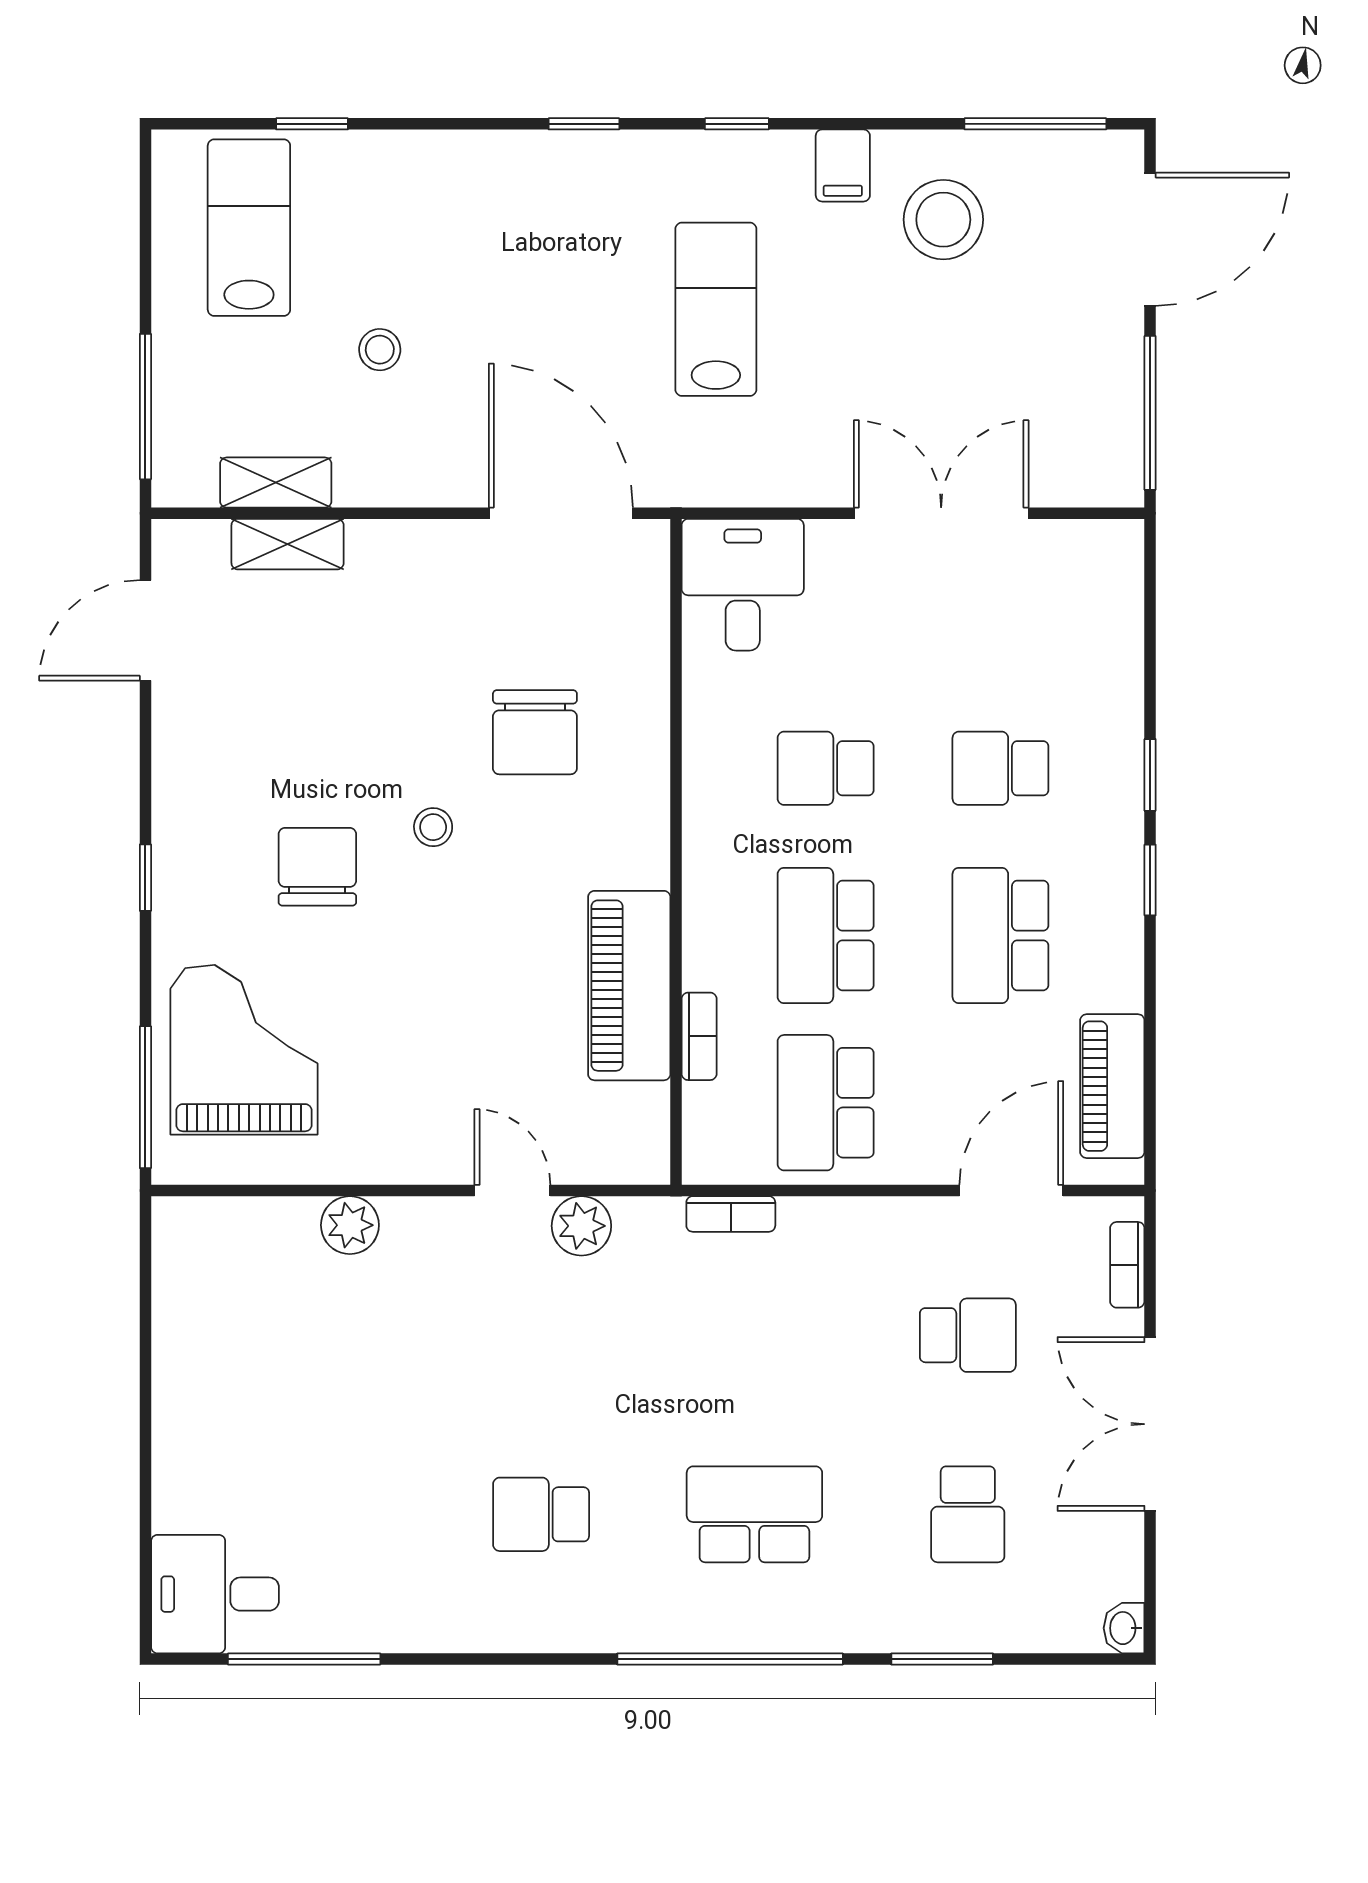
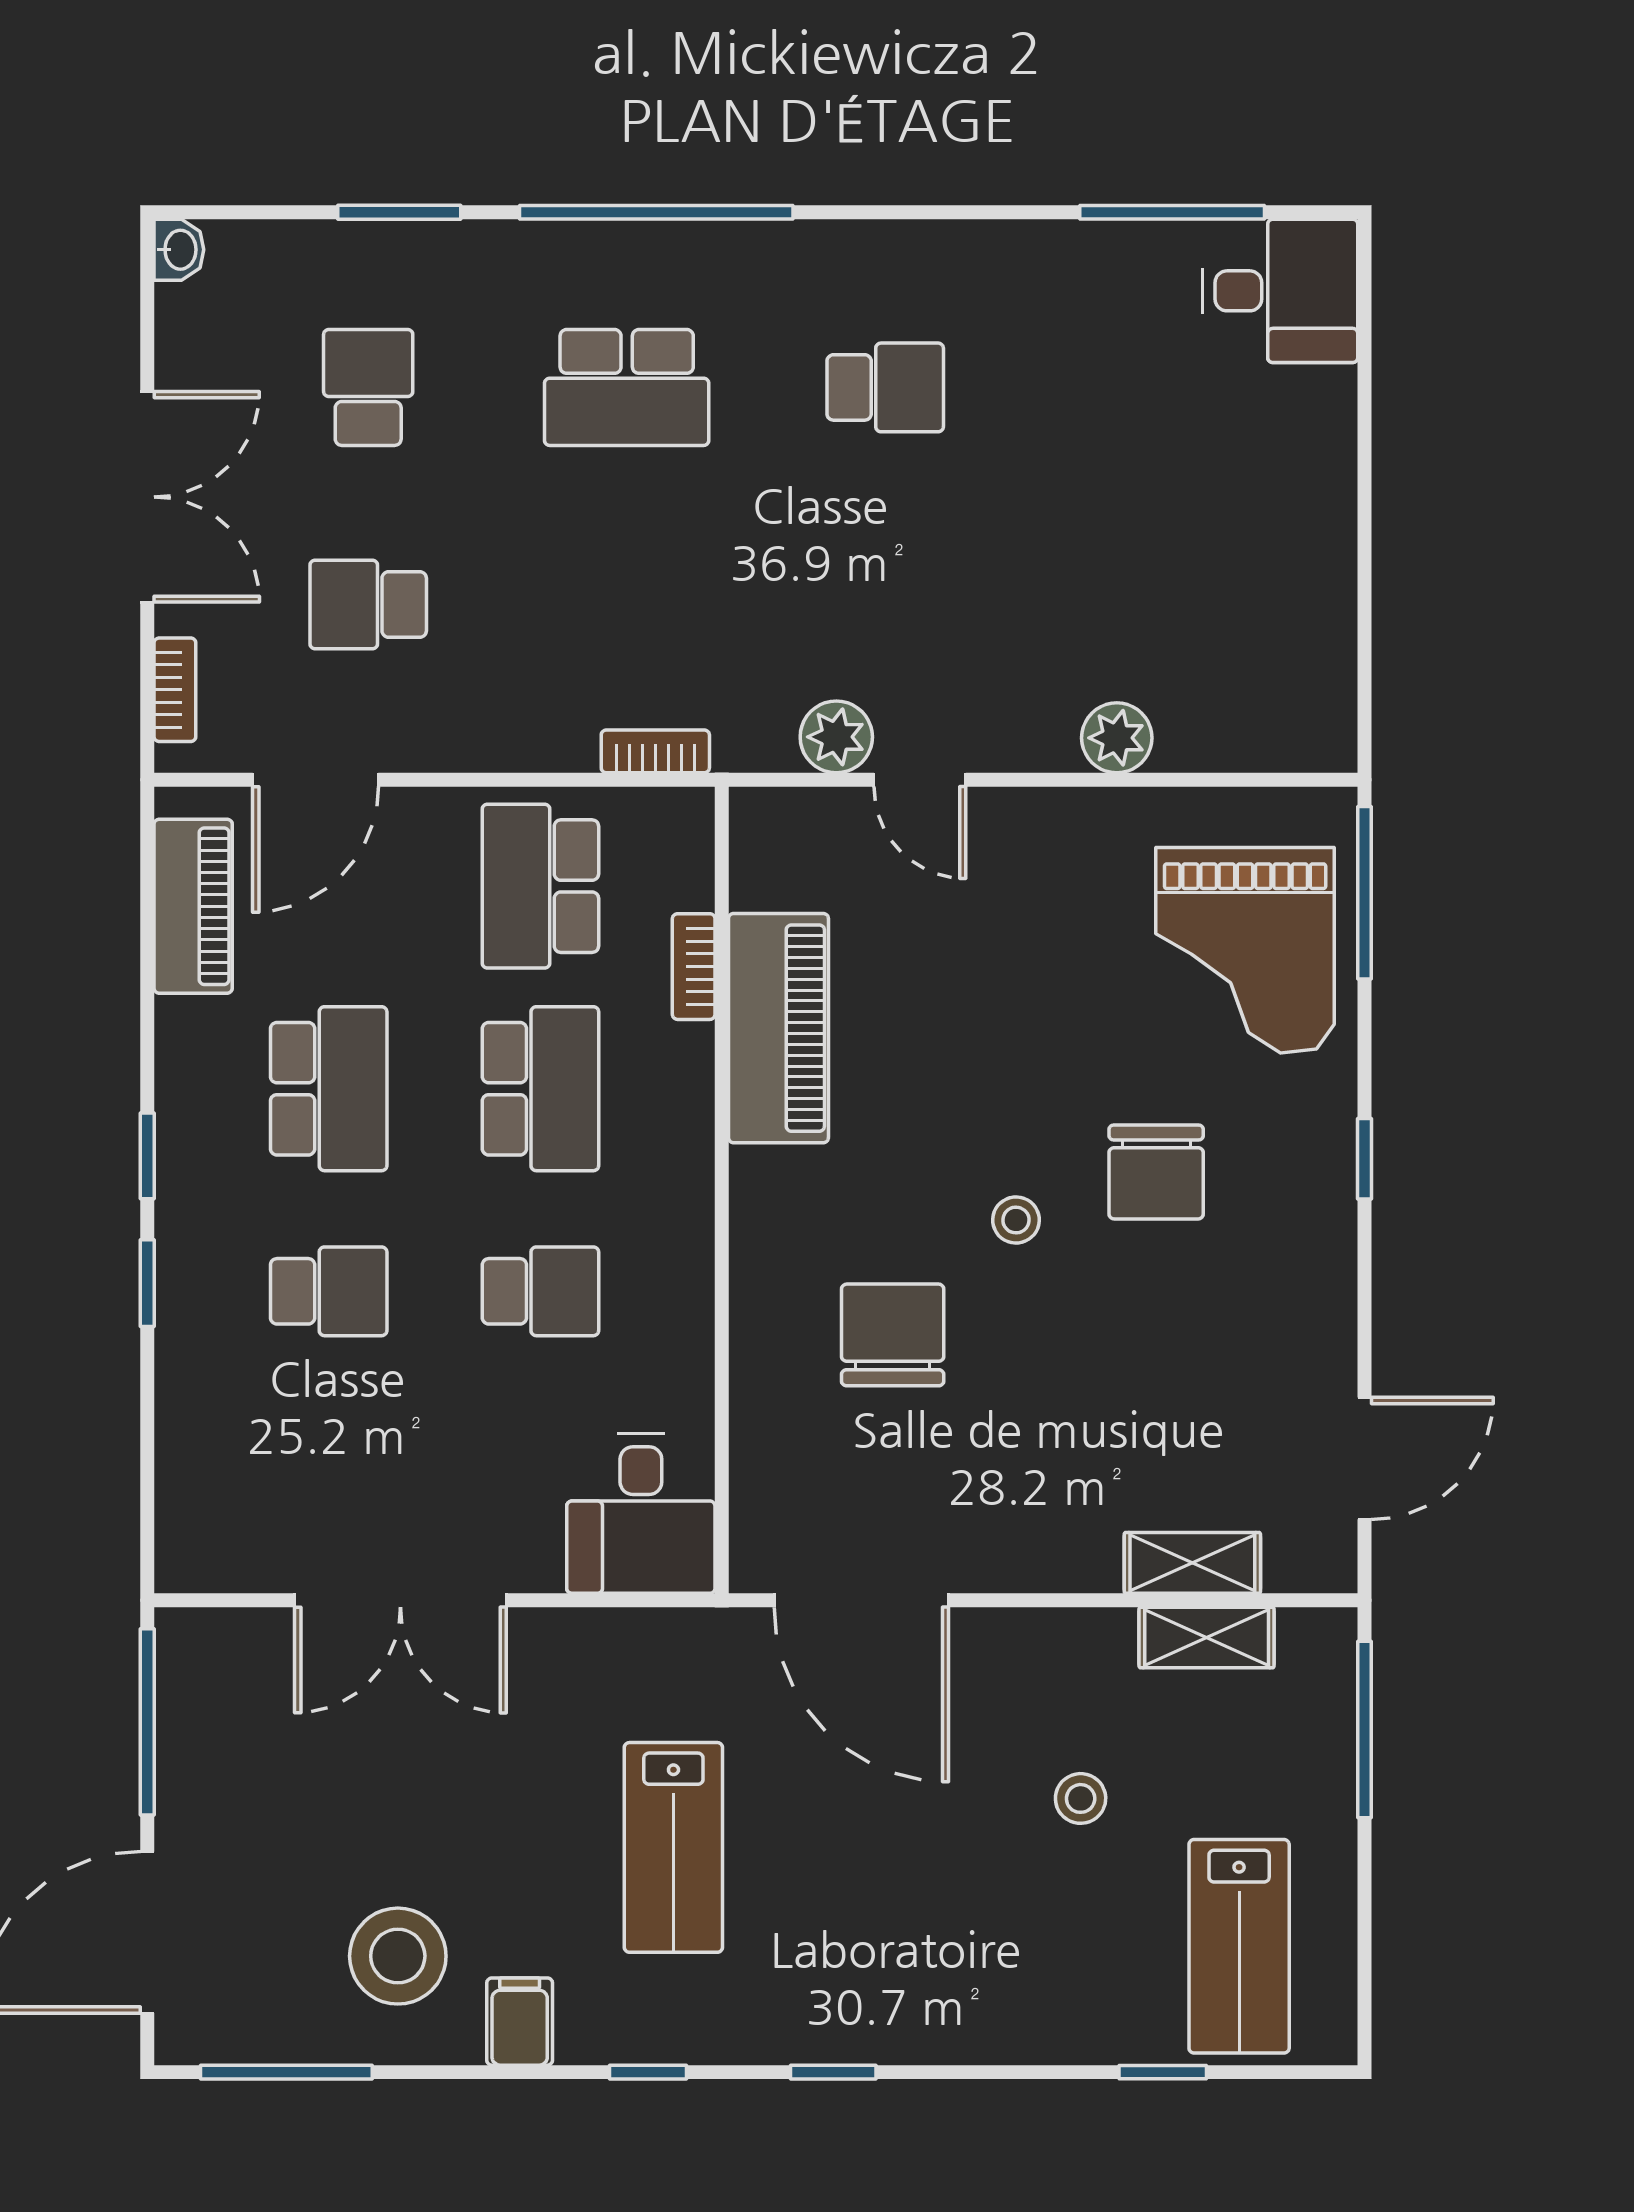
school desk: (826, 1103) -> (540, 886), turned 180

